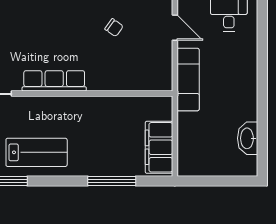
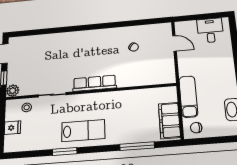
exam couch: (188, 79) -> (188, 97), moved
chair: (195, 161) -> (196, 128), added

